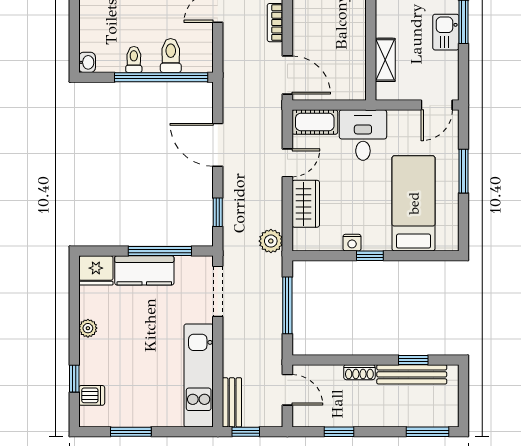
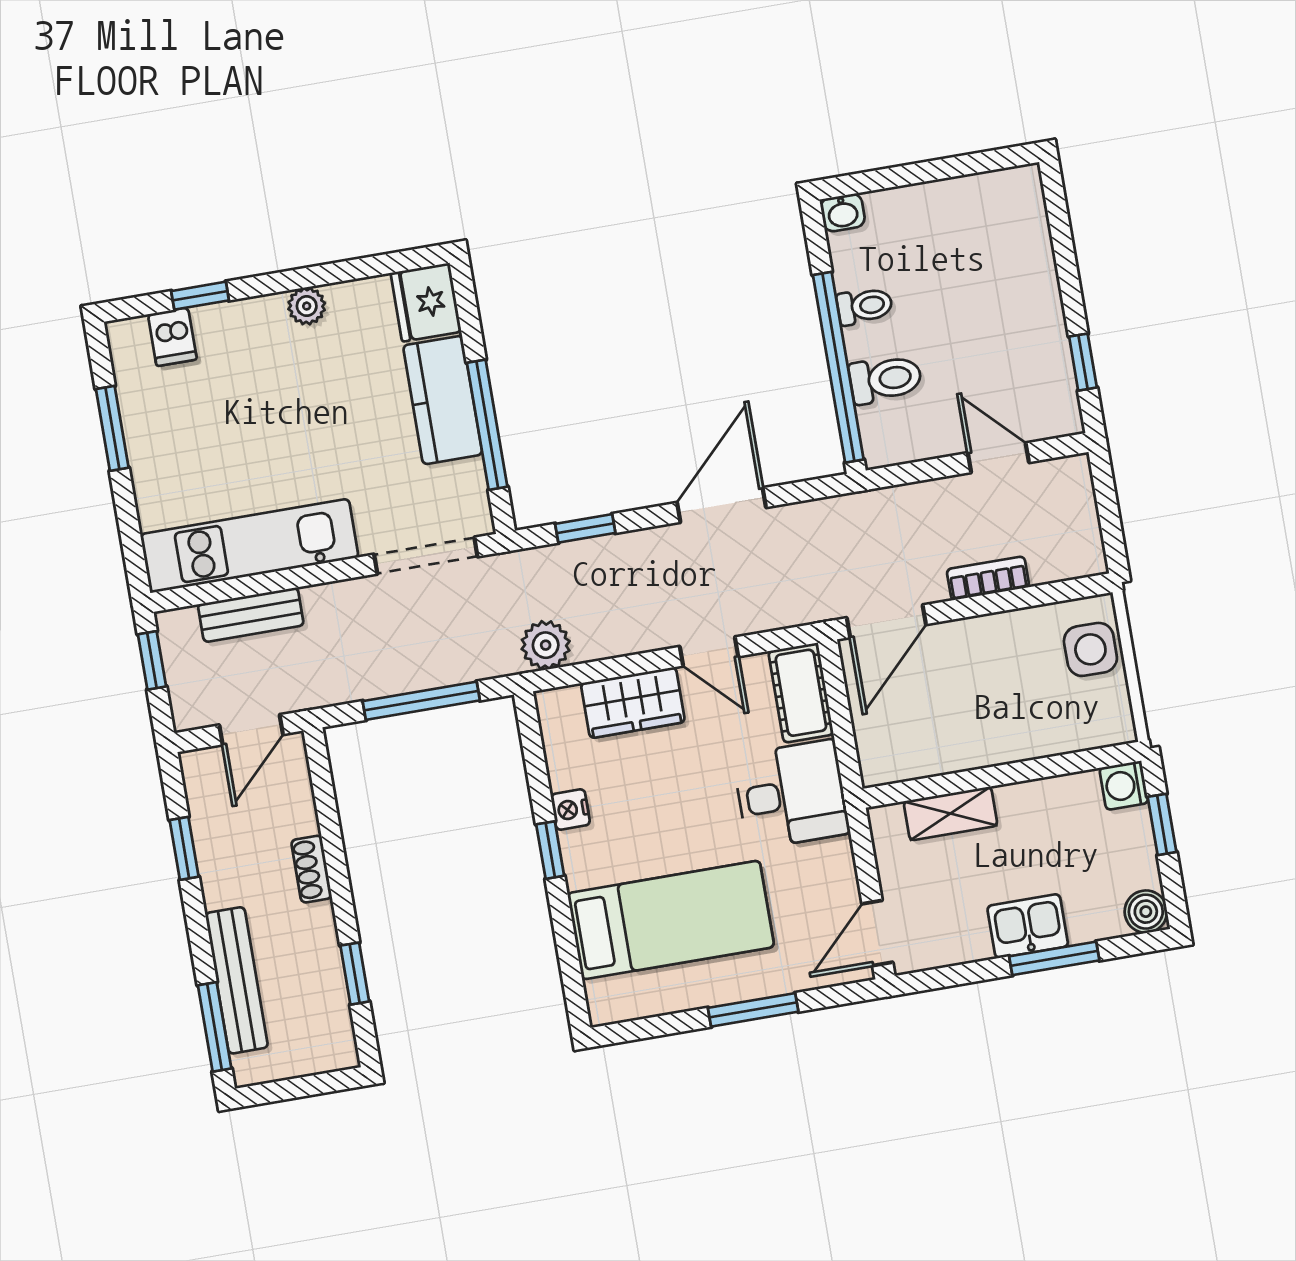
door: (437, 105) -> (877, 933), hinge flipped
bench: (412, 374) -> (237, 980), moved
bench: (232, 402) -> (251, 615), moved

